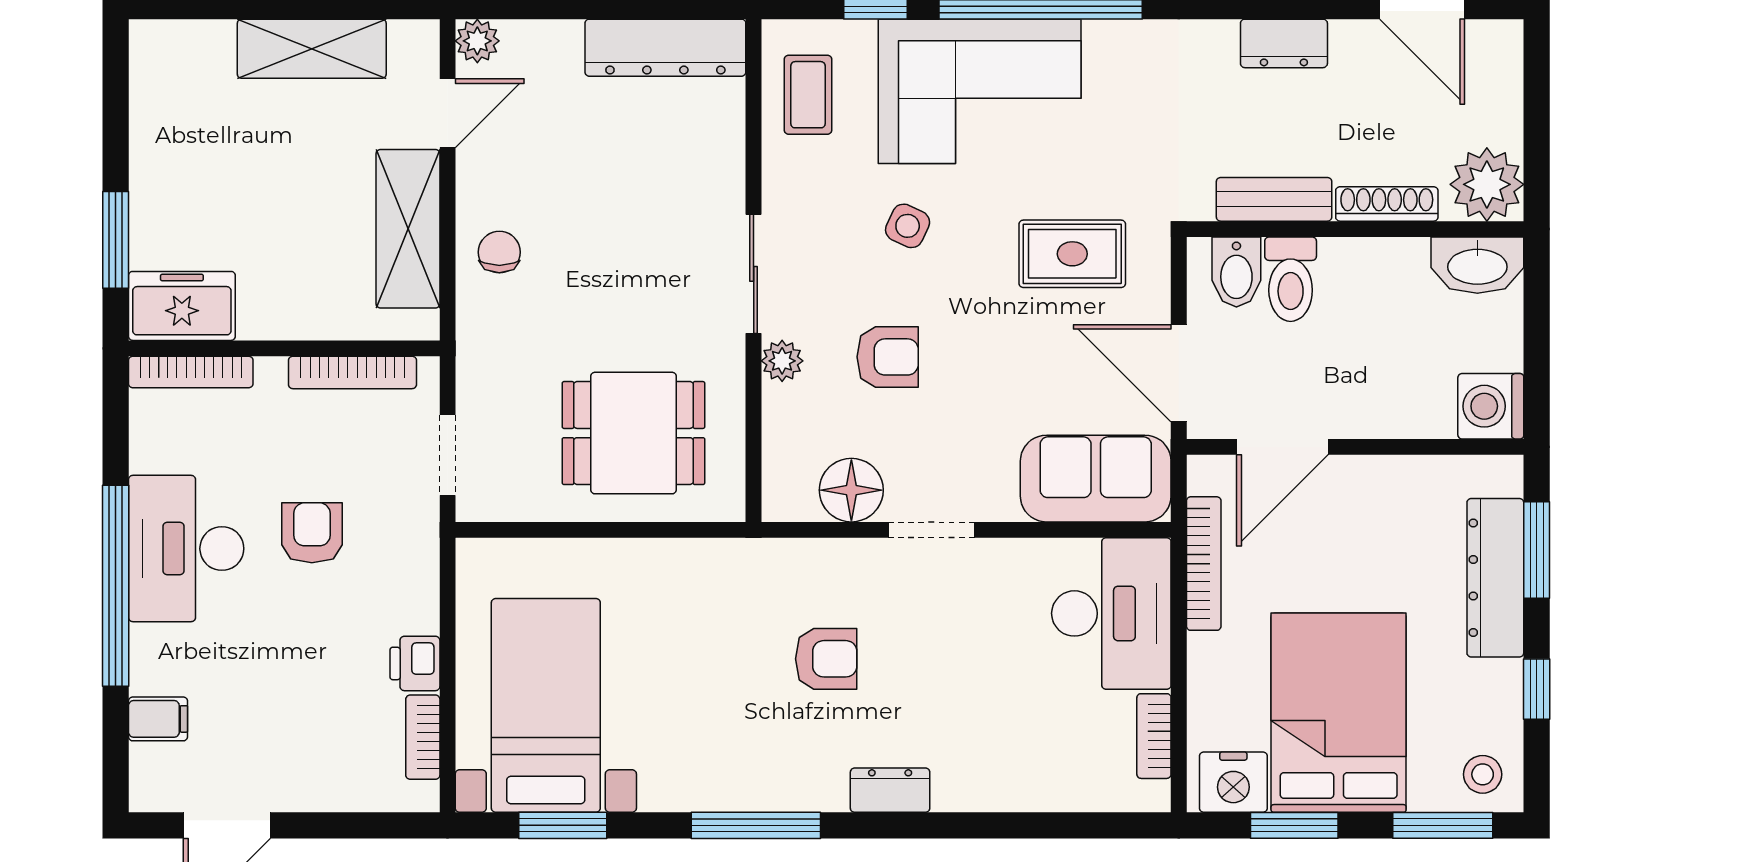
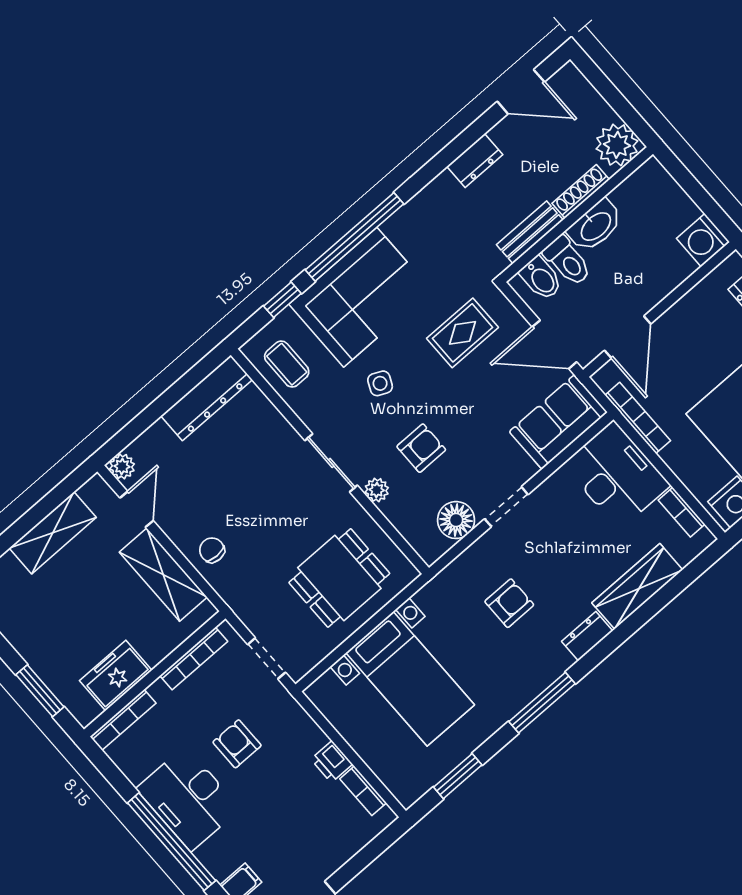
washbasin: (1477, 265) -> (595, 226), moved
freezer: (182, 306) -> (116, 675), moved
bed with nightstands: (546, 705) -> (410, 679), moved, turned 180
wardrobe: (1012, 782) -> (637, 586), added

